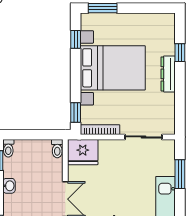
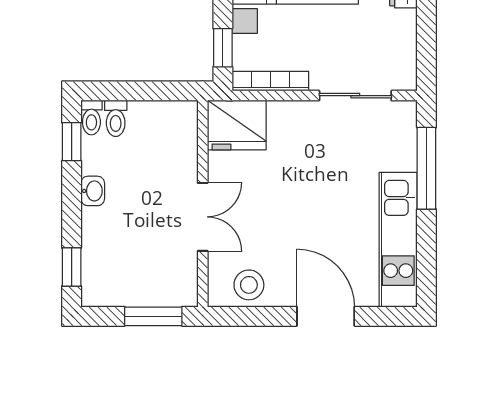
toilet: (57, 149) -> (116, 118), moved
window: (180, 174) -> (426, 168), width x1.44

